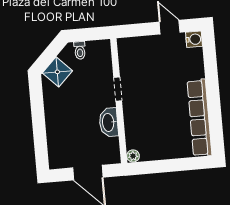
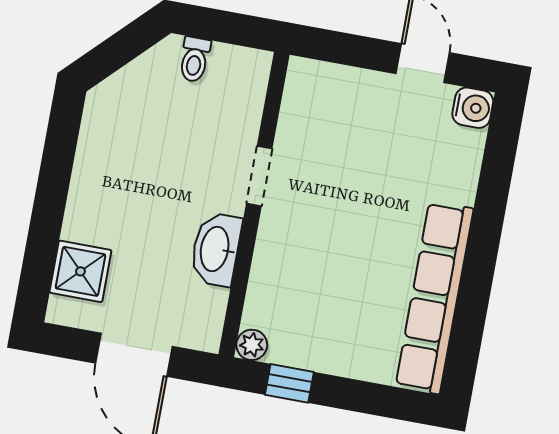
shower: (57, 72) -> (80, 271), moved, turned 45
window: (152, 167) -> (289, 383), added

